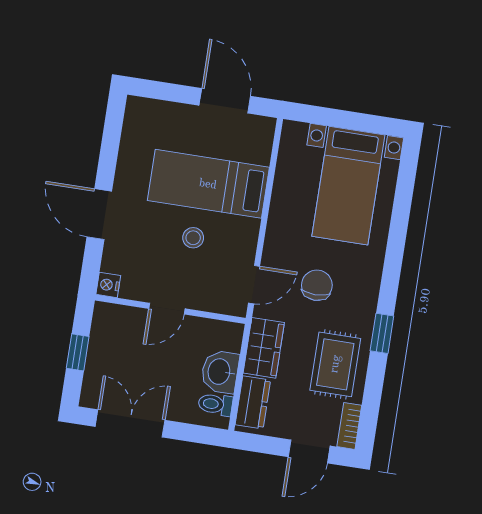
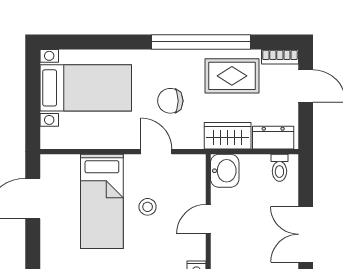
door: (254, 285) -> (156, 152), moved
door: (167, 309) -> (208, 219), swing flipped
window: (382, 333) -> (201, 42), width x3.17
washbasin: (220, 372) -> (225, 171), moved, turned -90

